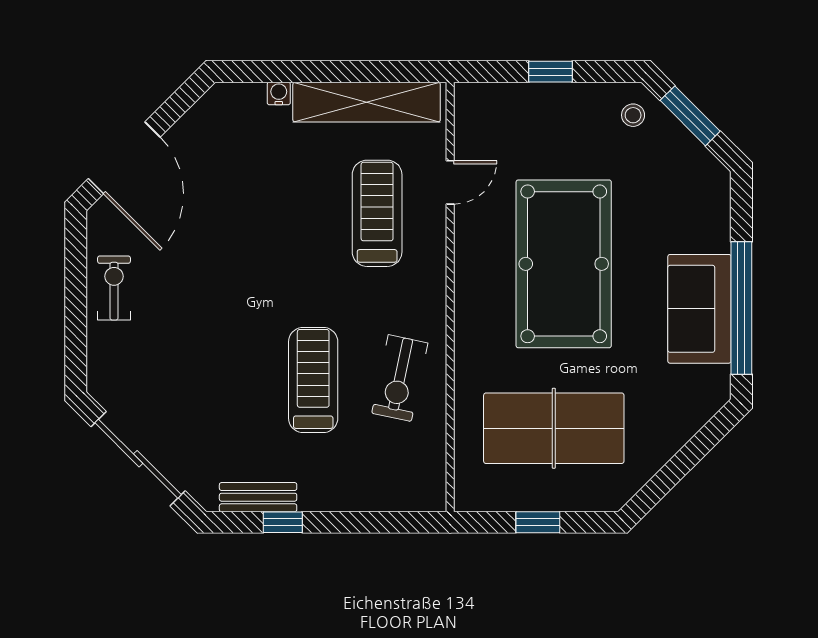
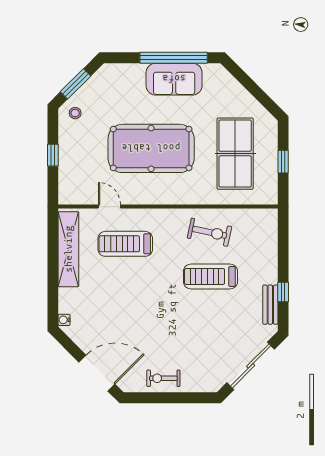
water cooler: (279, 93) -> (64, 320), moved

